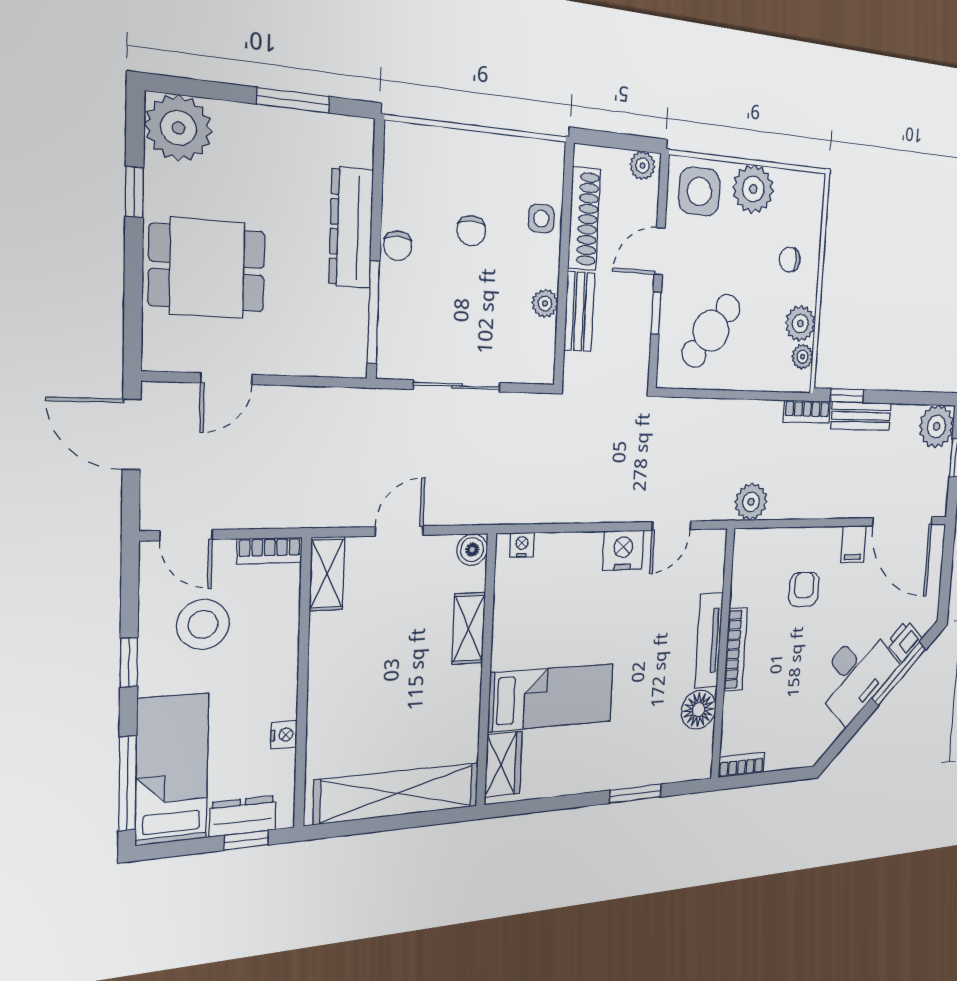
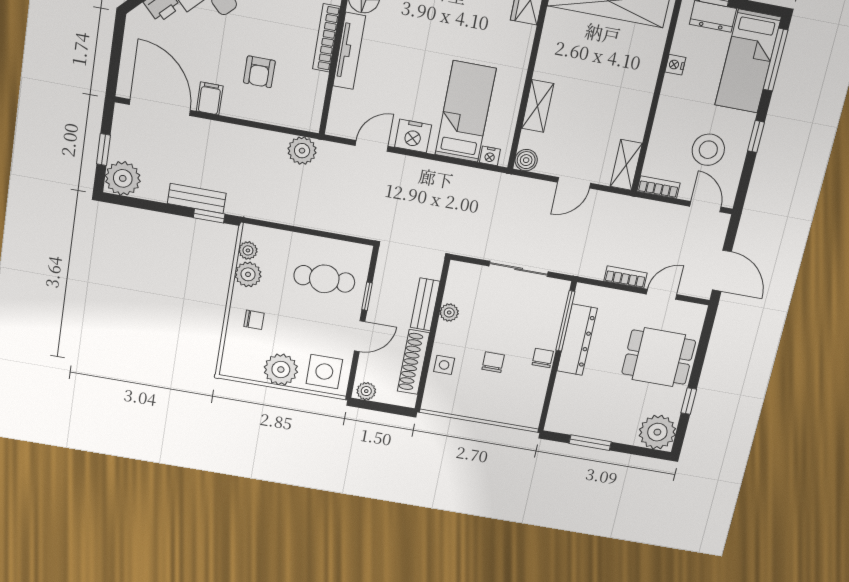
dresser: (351, 228) -> (577, 340), moved
cafe table: (711, 331) -> (324, 279), turned 53
bookcase: (807, 412) -> (626, 277), moved
bed: (551, 697) -> (465, 112), moved, turned 90

